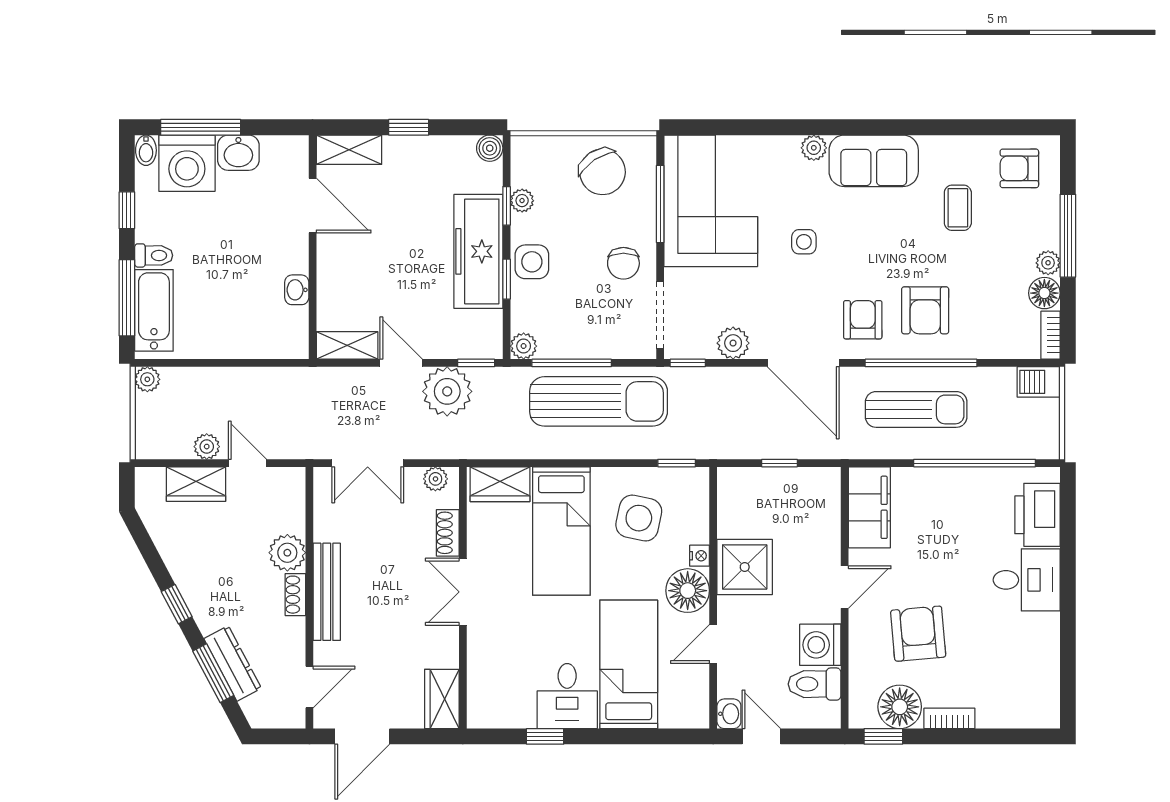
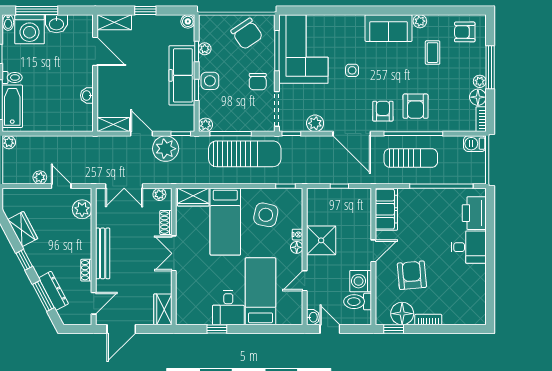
plant: (814, 148) -> (420, 21), moved
wardrobe: (196, 484) -> (23, 229), moved, turned -118
plant: (287, 553) -> (82, 209), moved
floor lamp: (688, 591) -> (297, 247), width x0.53, depth x0.53
shoe rack: (295, 595) -> (86, 270), moved

